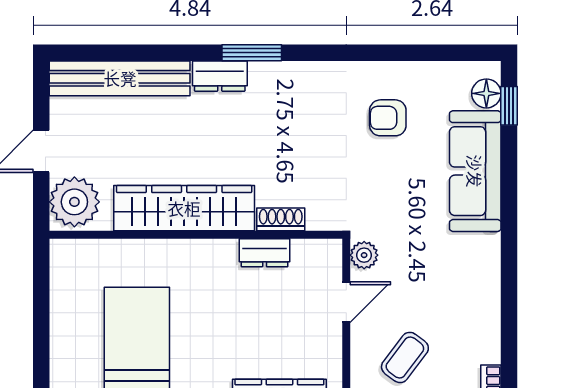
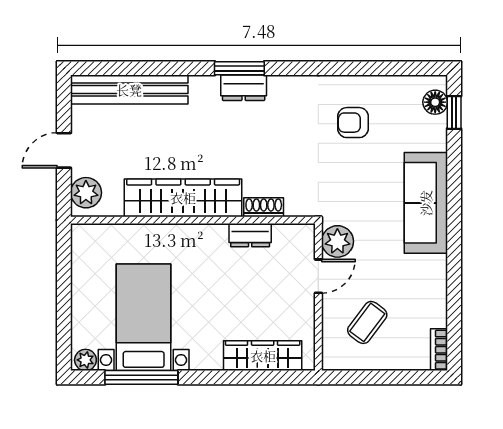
dresser: (220, 76) -> (244, 88), moved
sofa: (475, 171) -> (426, 203), moved
plant: (74, 202) -> (86, 193), width x0.73, depth x0.73
plant: (364, 255) -> (337, 241), width x1.38, depth x1.38

